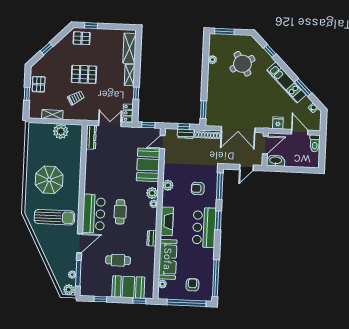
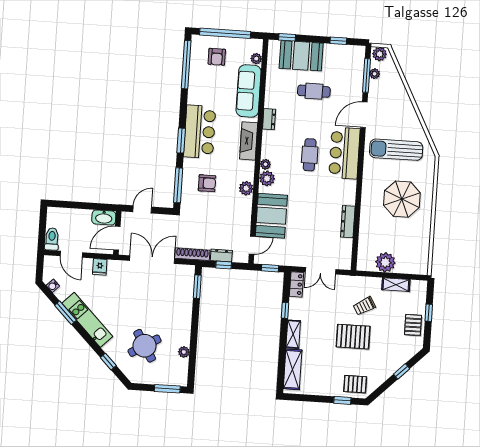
dresser: (91, 137) -> (348, 222), moved

